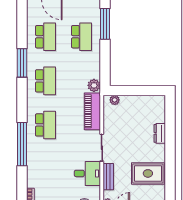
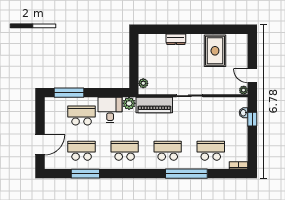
window: (22, 63) -> (85, 174), moved
school desk: (46, 169) -> (211, 151), added
desk: (87, 173) -> (110, 110), moved
bench: (108, 177) -> (218, 89), removed

